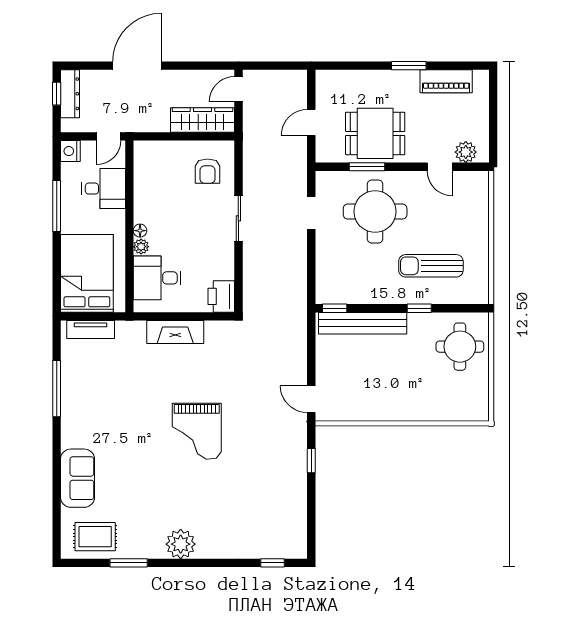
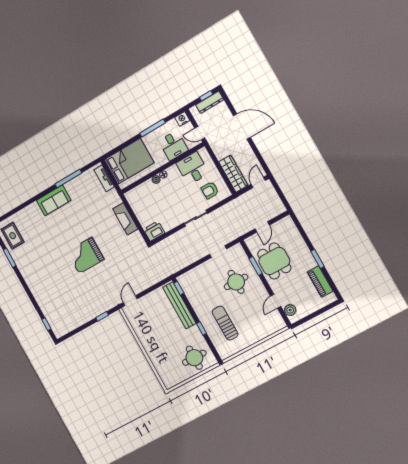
door: (238, 89) -> (258, 182), hinge flipped
door: (311, 122) -> (262, 227), swing flipped
round table: (375, 212) -> (236, 282), width x0.73, depth x0.73
desk: (157, 278) -> (193, 168), moved
sofa: (78, 478) -> (54, 200), moved
plant: (181, 544) -> (31, 277), removed

